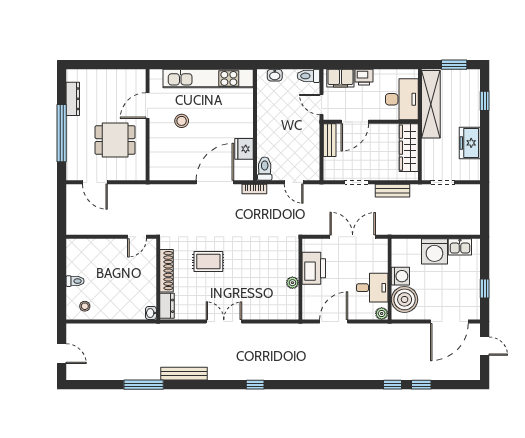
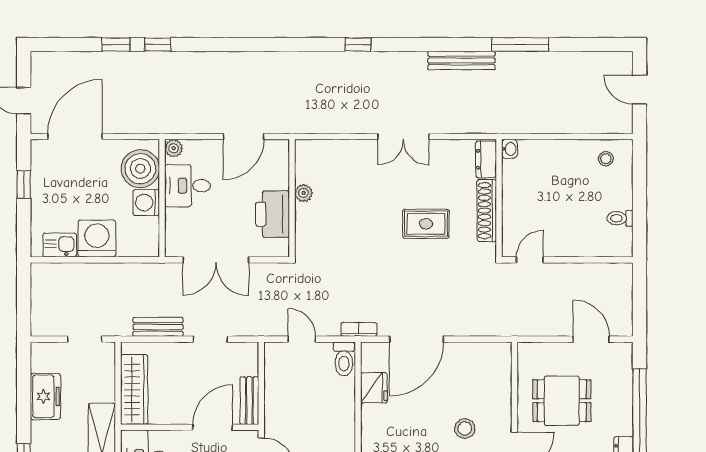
toilet: (75, 281) -> (620, 218), moved

